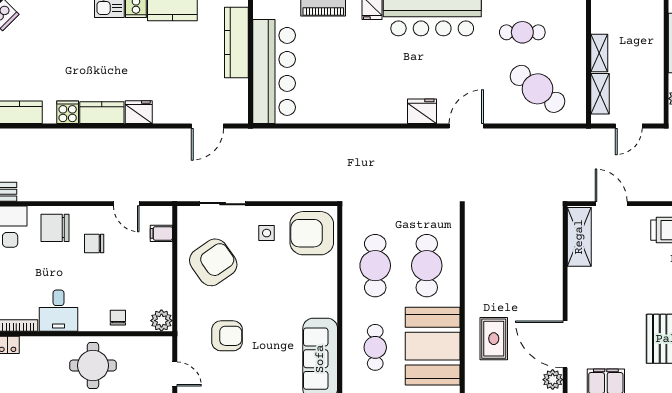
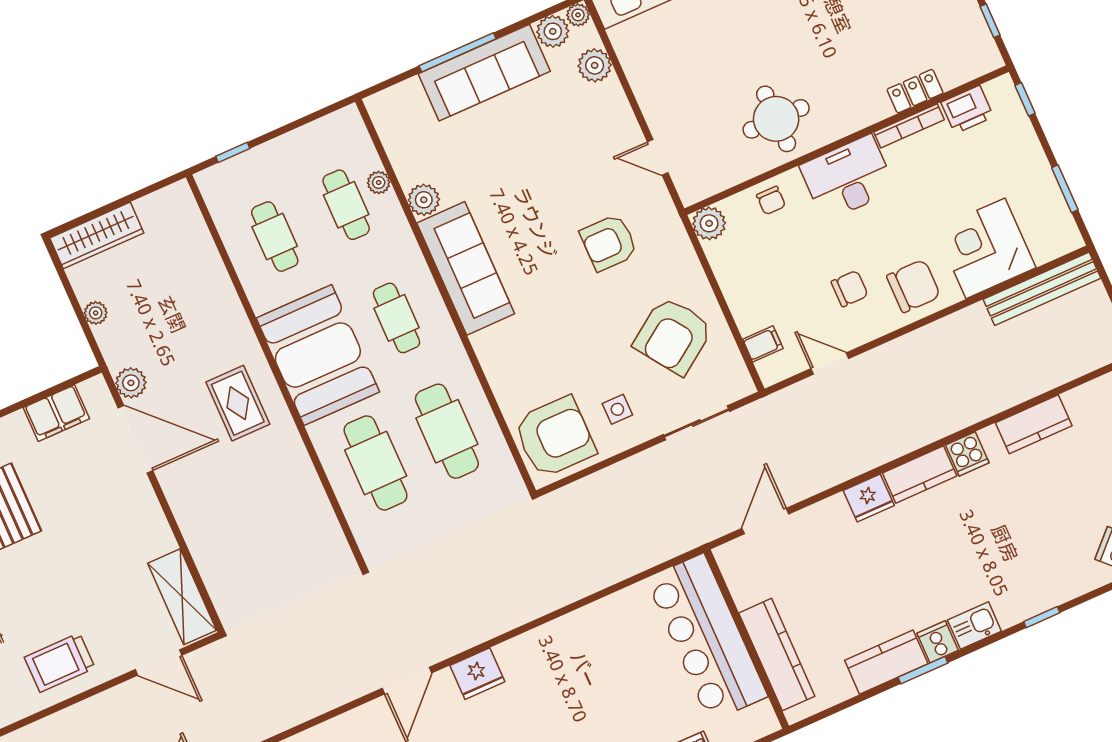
desk: (59, 311) -> (848, 178), width x1.37

